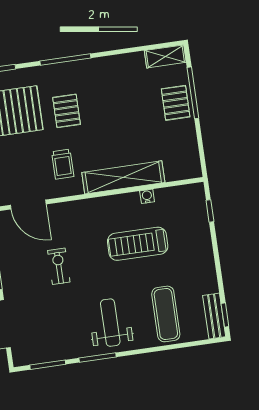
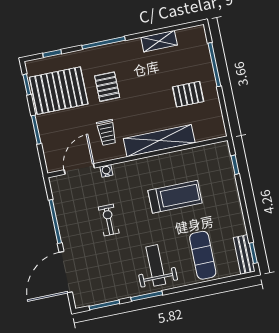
shelving: (165, 56) -> (159, 41), moved
pallet: (176, 103) -> (188, 94), moved, turned 90
water cooler: (147, 196) -> (106, 171), moved
door: (28, 205) -> (79, 169), swing flipped
treadmill: (138, 244) -> (175, 197), turned 180

